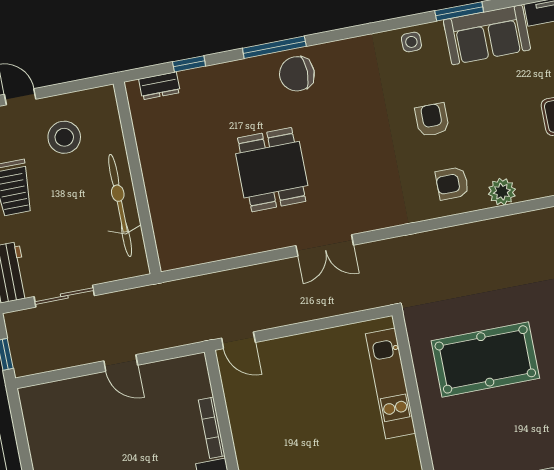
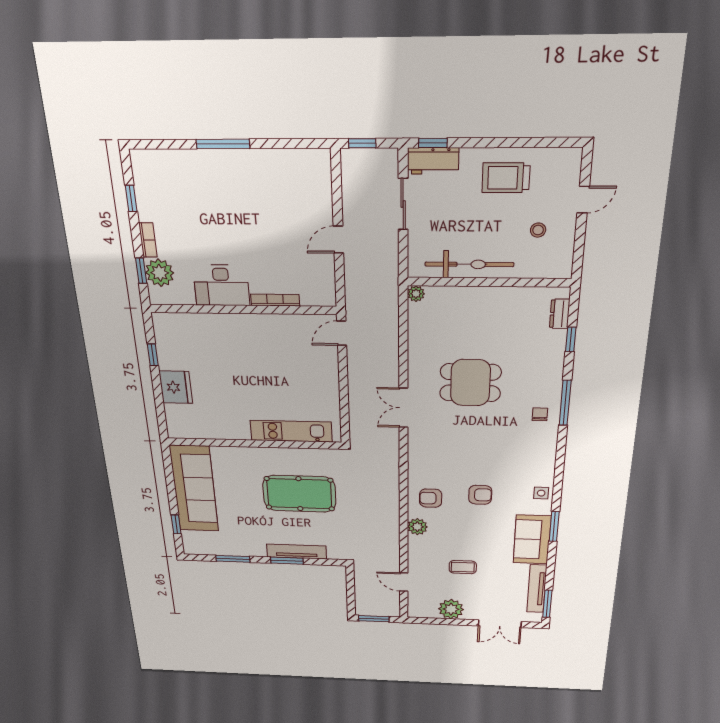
chair: (297, 74) -> (540, 414), width x0.54, depth x0.54
stool: (64, 137) -> (538, 230), width x0.53, depth x0.53
armchair: (452, 183) -> (431, 498), turned -90
plant: (169, 260) -> (416, 294), added
pool table: (485, 359) -> (299, 494), turned 90

